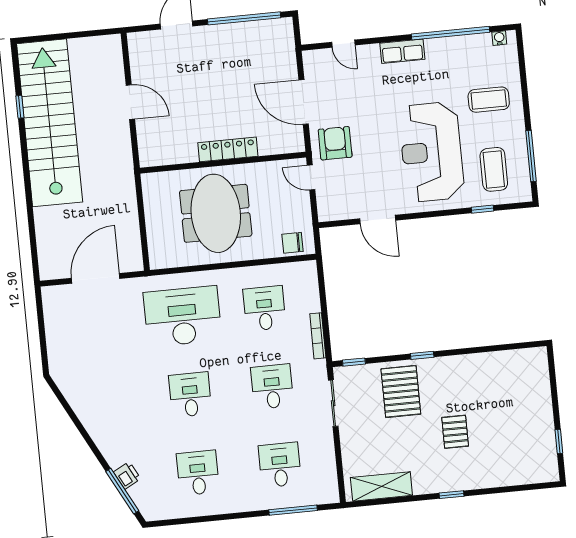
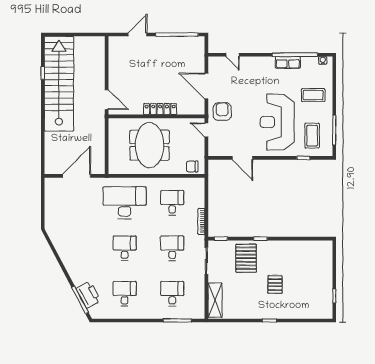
row of seats: (402, 51) -> (288, 62), moved
door: (130, 102) -> (107, 100), moved
printer: (127, 475) -> (88, 295), width x1.87, depth x1.48
shelving: (381, 486) -> (215, 300), moved, turned 90

